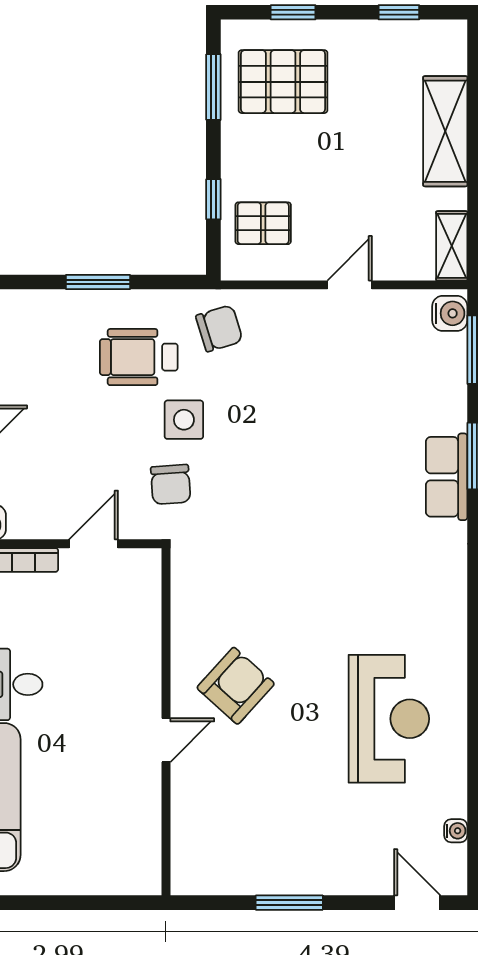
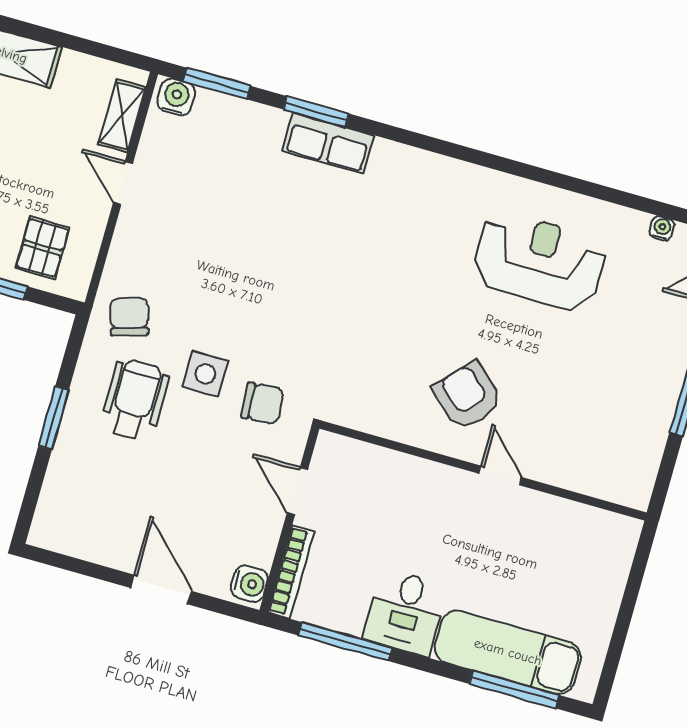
shelving: (452, 246) -> (122, 116), moved, turned 90
wheelchair: (139, 357) -> (135, 399), turned 180

